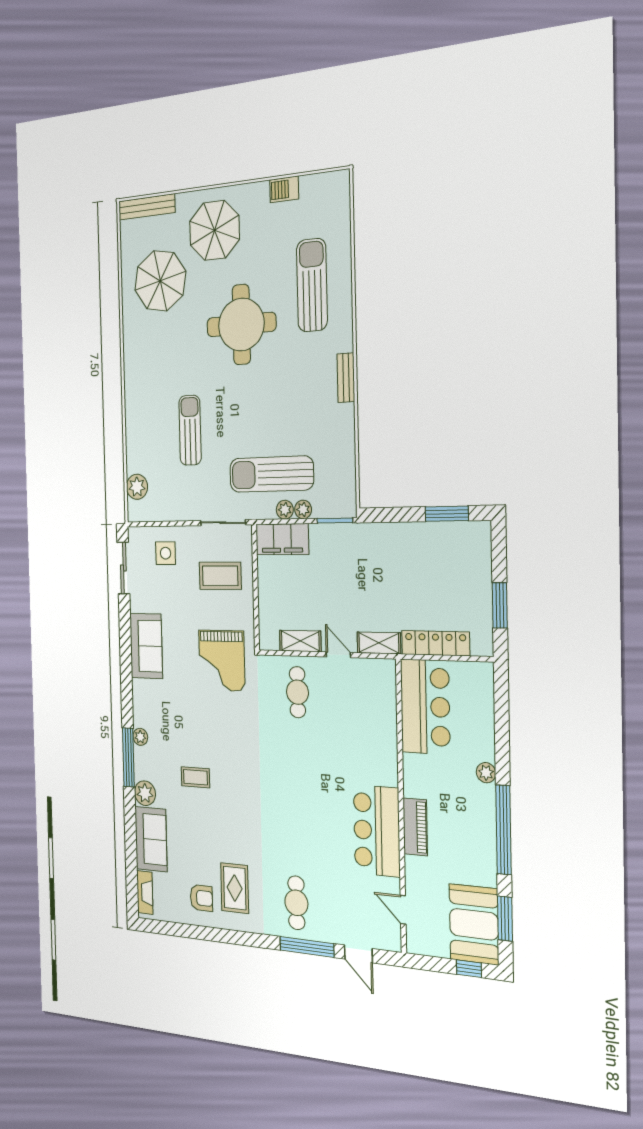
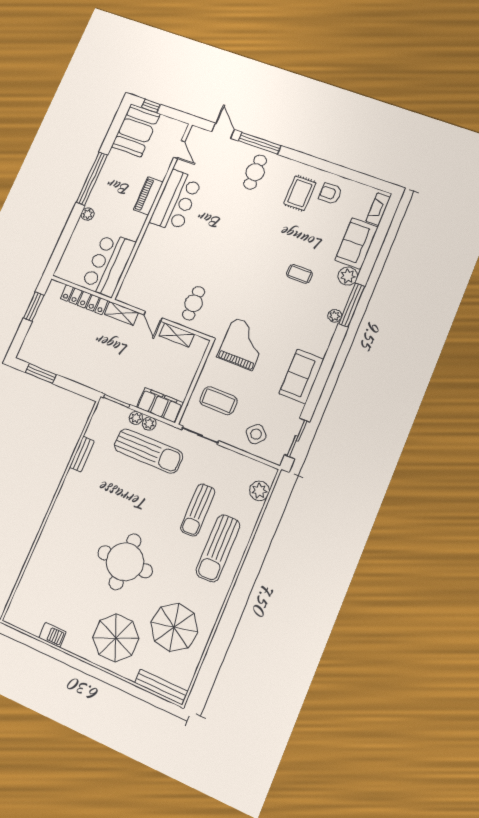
sun lounger: (312, 285) -> (218, 548), moved
bench: (346, 378) -> (82, 454), moved
side table: (166, 553) -> (256, 434), turned 45
window: (505, 919) -> (114, 129), removed

